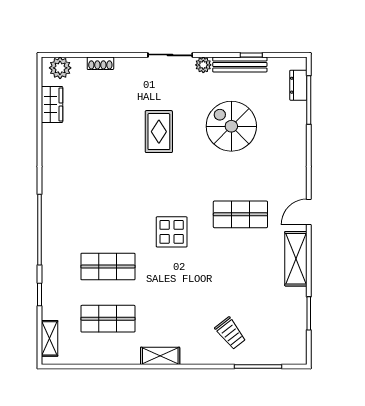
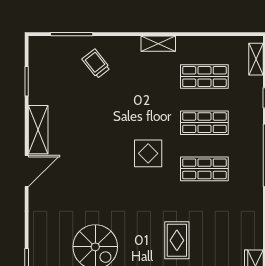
rug: (159, 132) -> (177, 240), moved
door: (309, 212) -> (27, 171), width x1.38
shop shelf: (240, 214) -> (204, 169), moved

